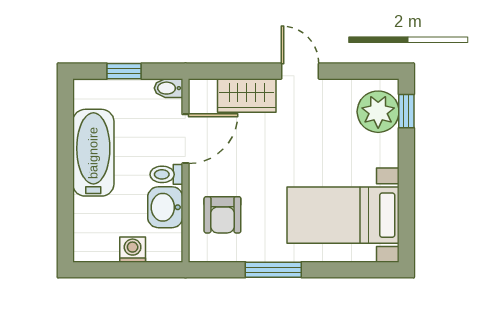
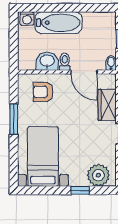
window: (406, 111) -> (80, 190), moved
bathtub: (93, 153) -> (58, 23), moved
washing machine: (133, 250) -> (27, 19), moved, turned 90

